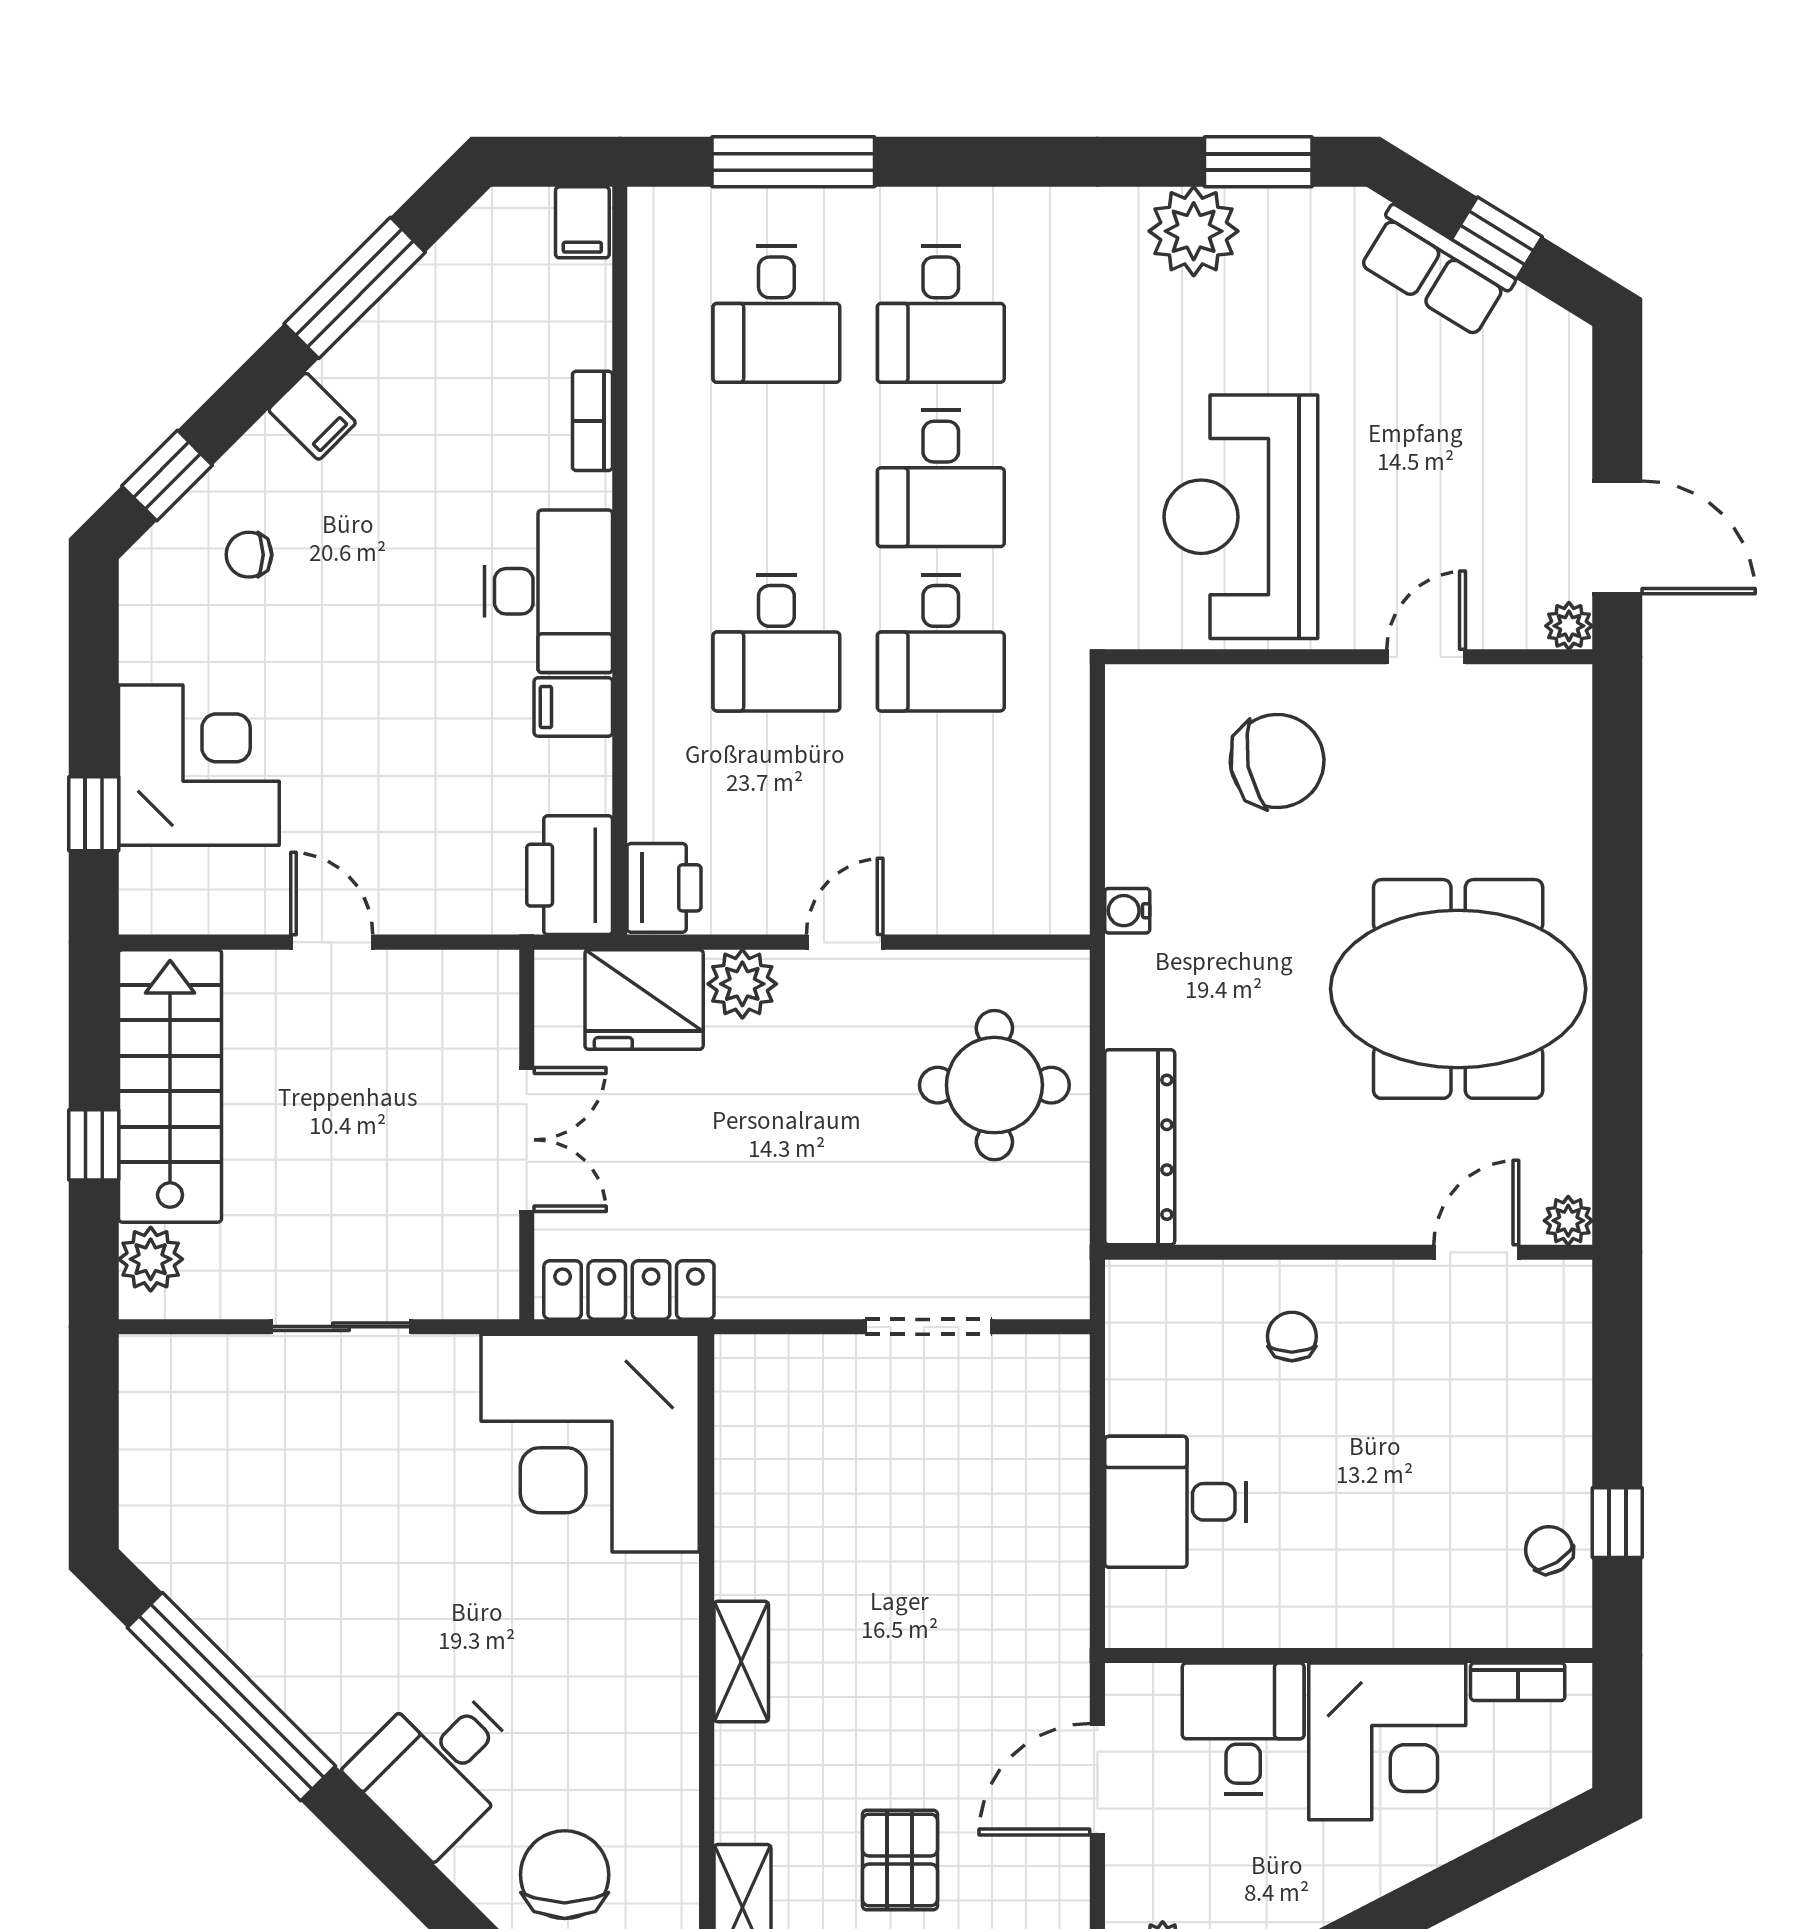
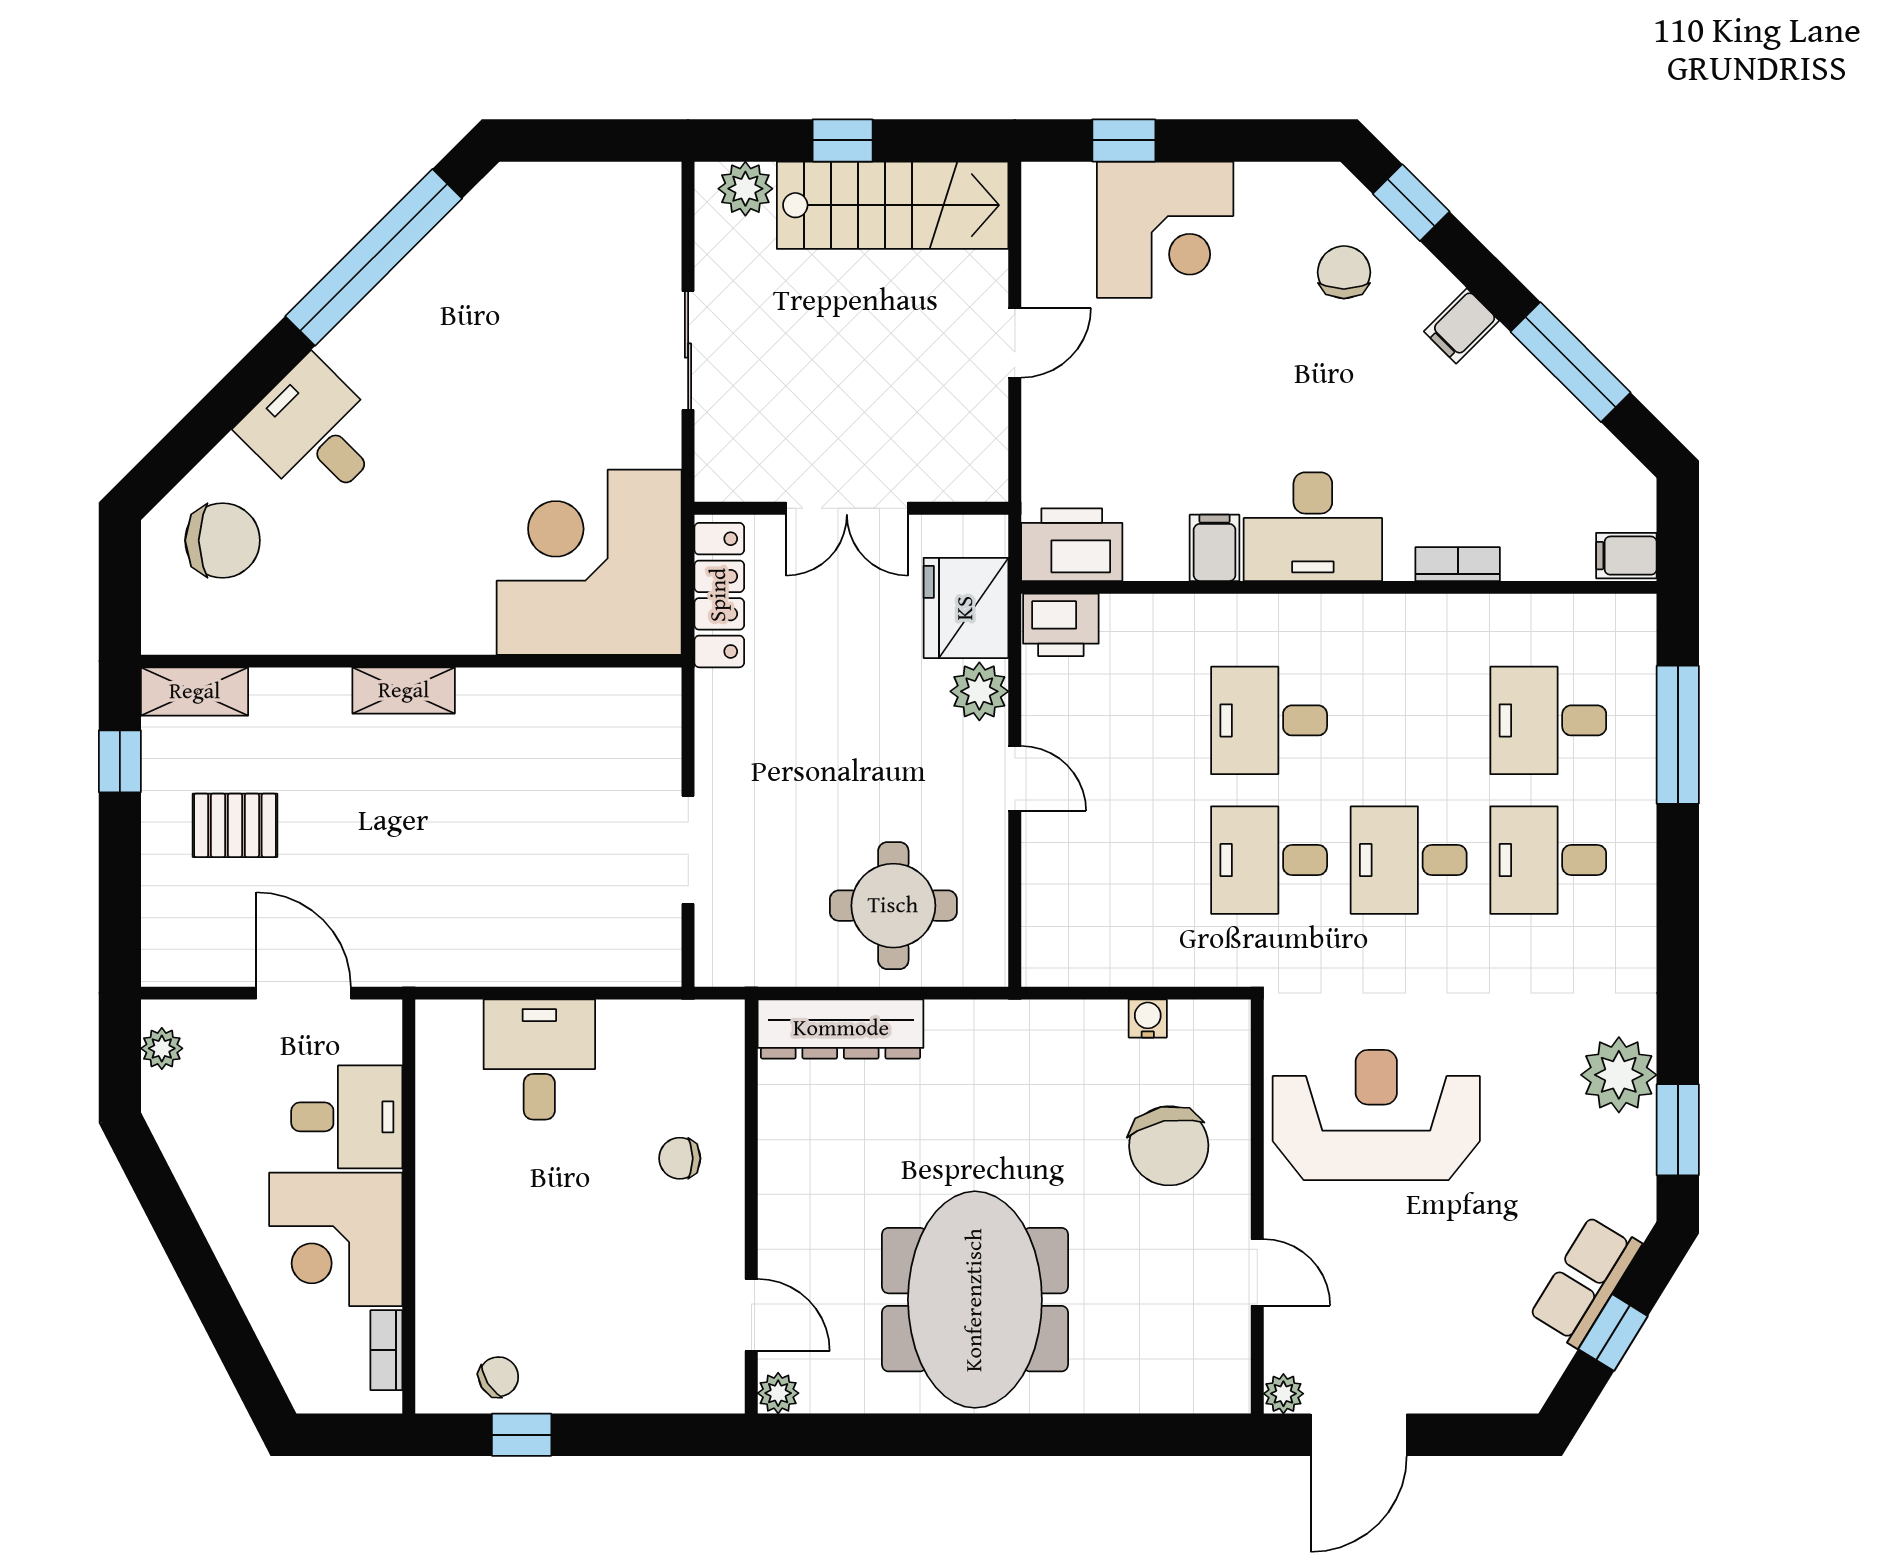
chair: (249, 555) -> (1344, 272), width x1.37, depth x1.37
water cooler: (1127, 911) -> (1148, 1018), moved
chair: (1292, 1336) -> (680, 1158), turned 180

